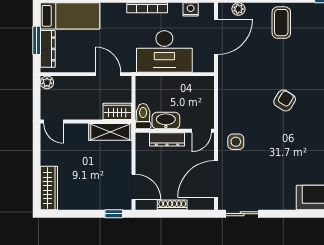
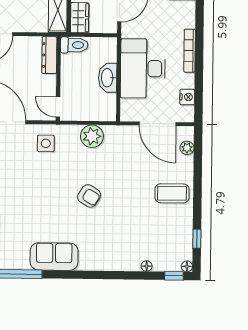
plant: (229, 98) -> (92, 136), added
washbasin: (166, 120) -> (108, 78), moved, turned 180
dresser: (167, 139) -> (49, 55), moved

